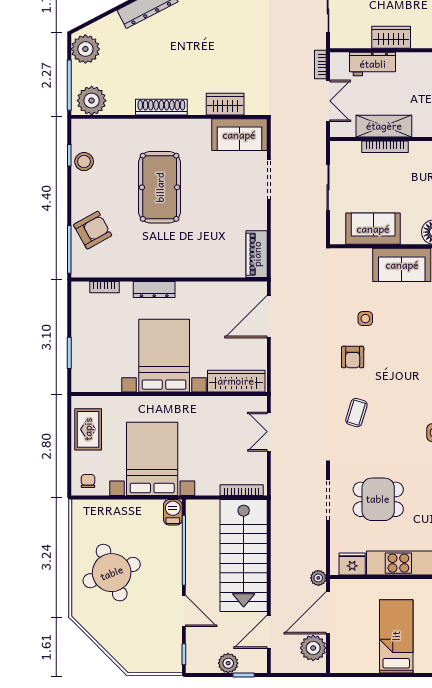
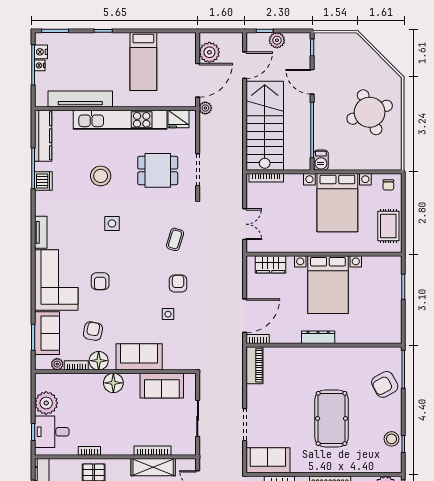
bookcase: (104, 287) -> (258, 339), moved
dresser: (154, 289) -> (318, 337), moved
wardrobe: (236, 381) -> (271, 264), width x0.67

